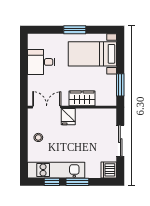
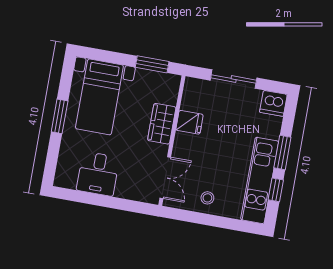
double door: (47, 107) -> (165, 178), swing flipped
fridge: (68, 117) -> (189, 122), moved

